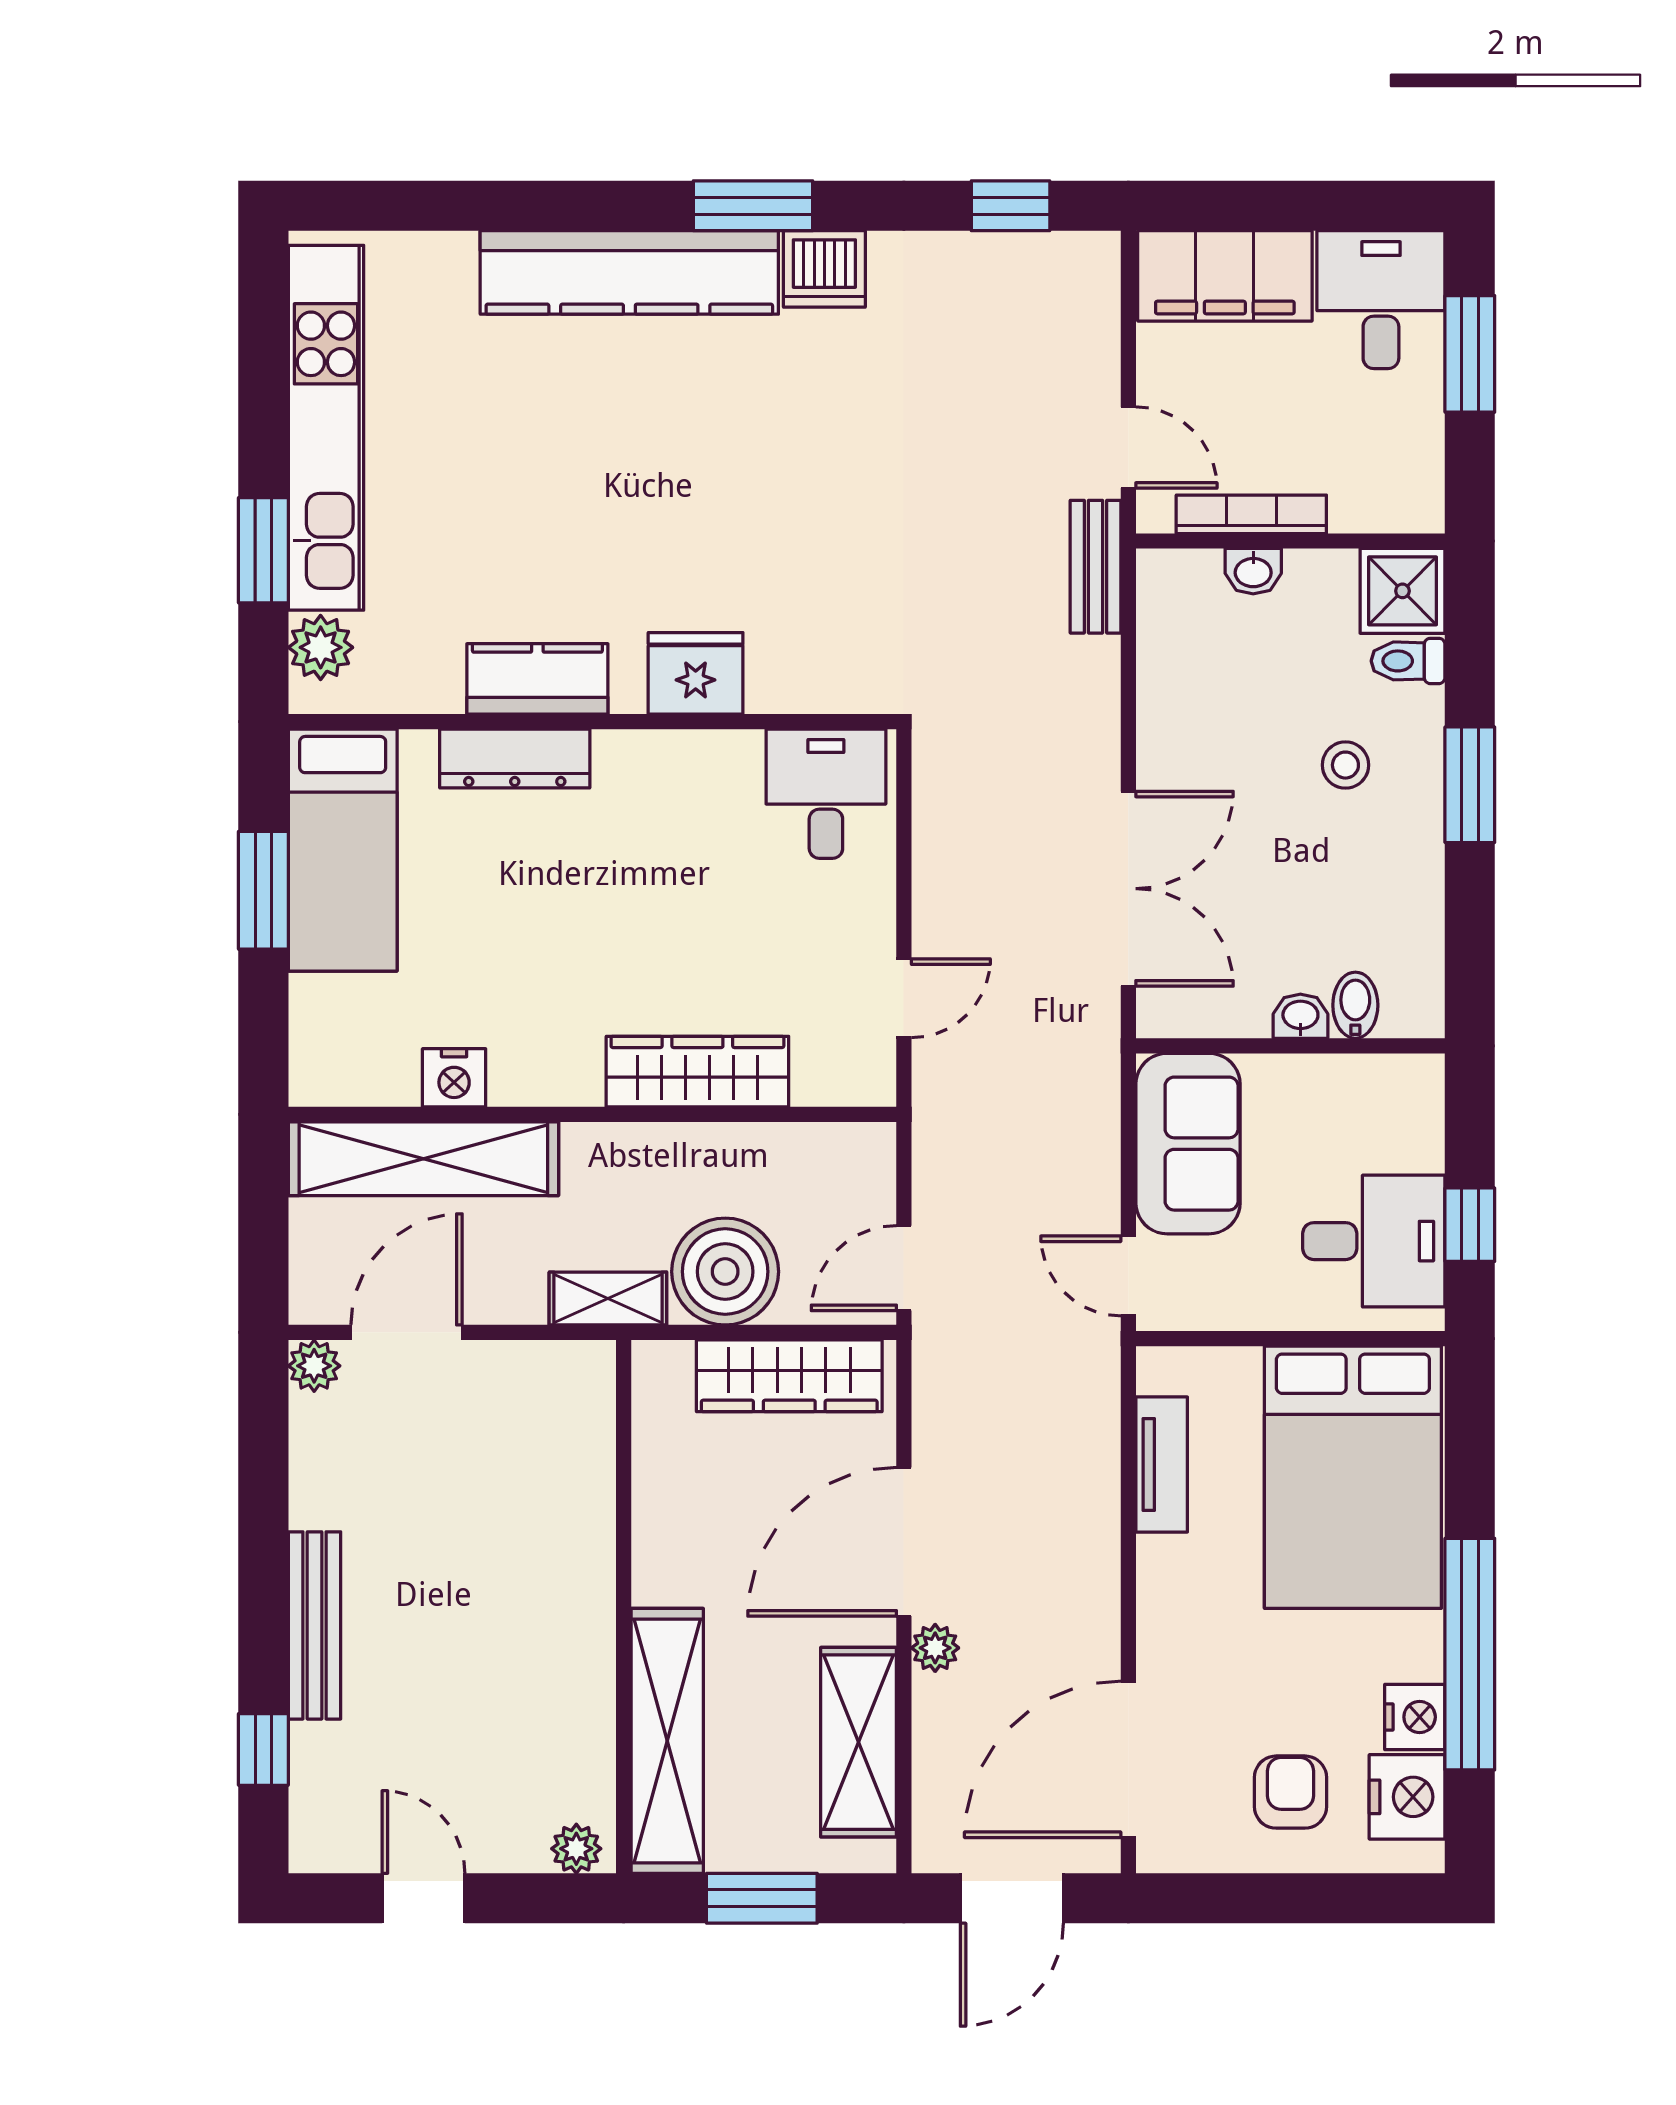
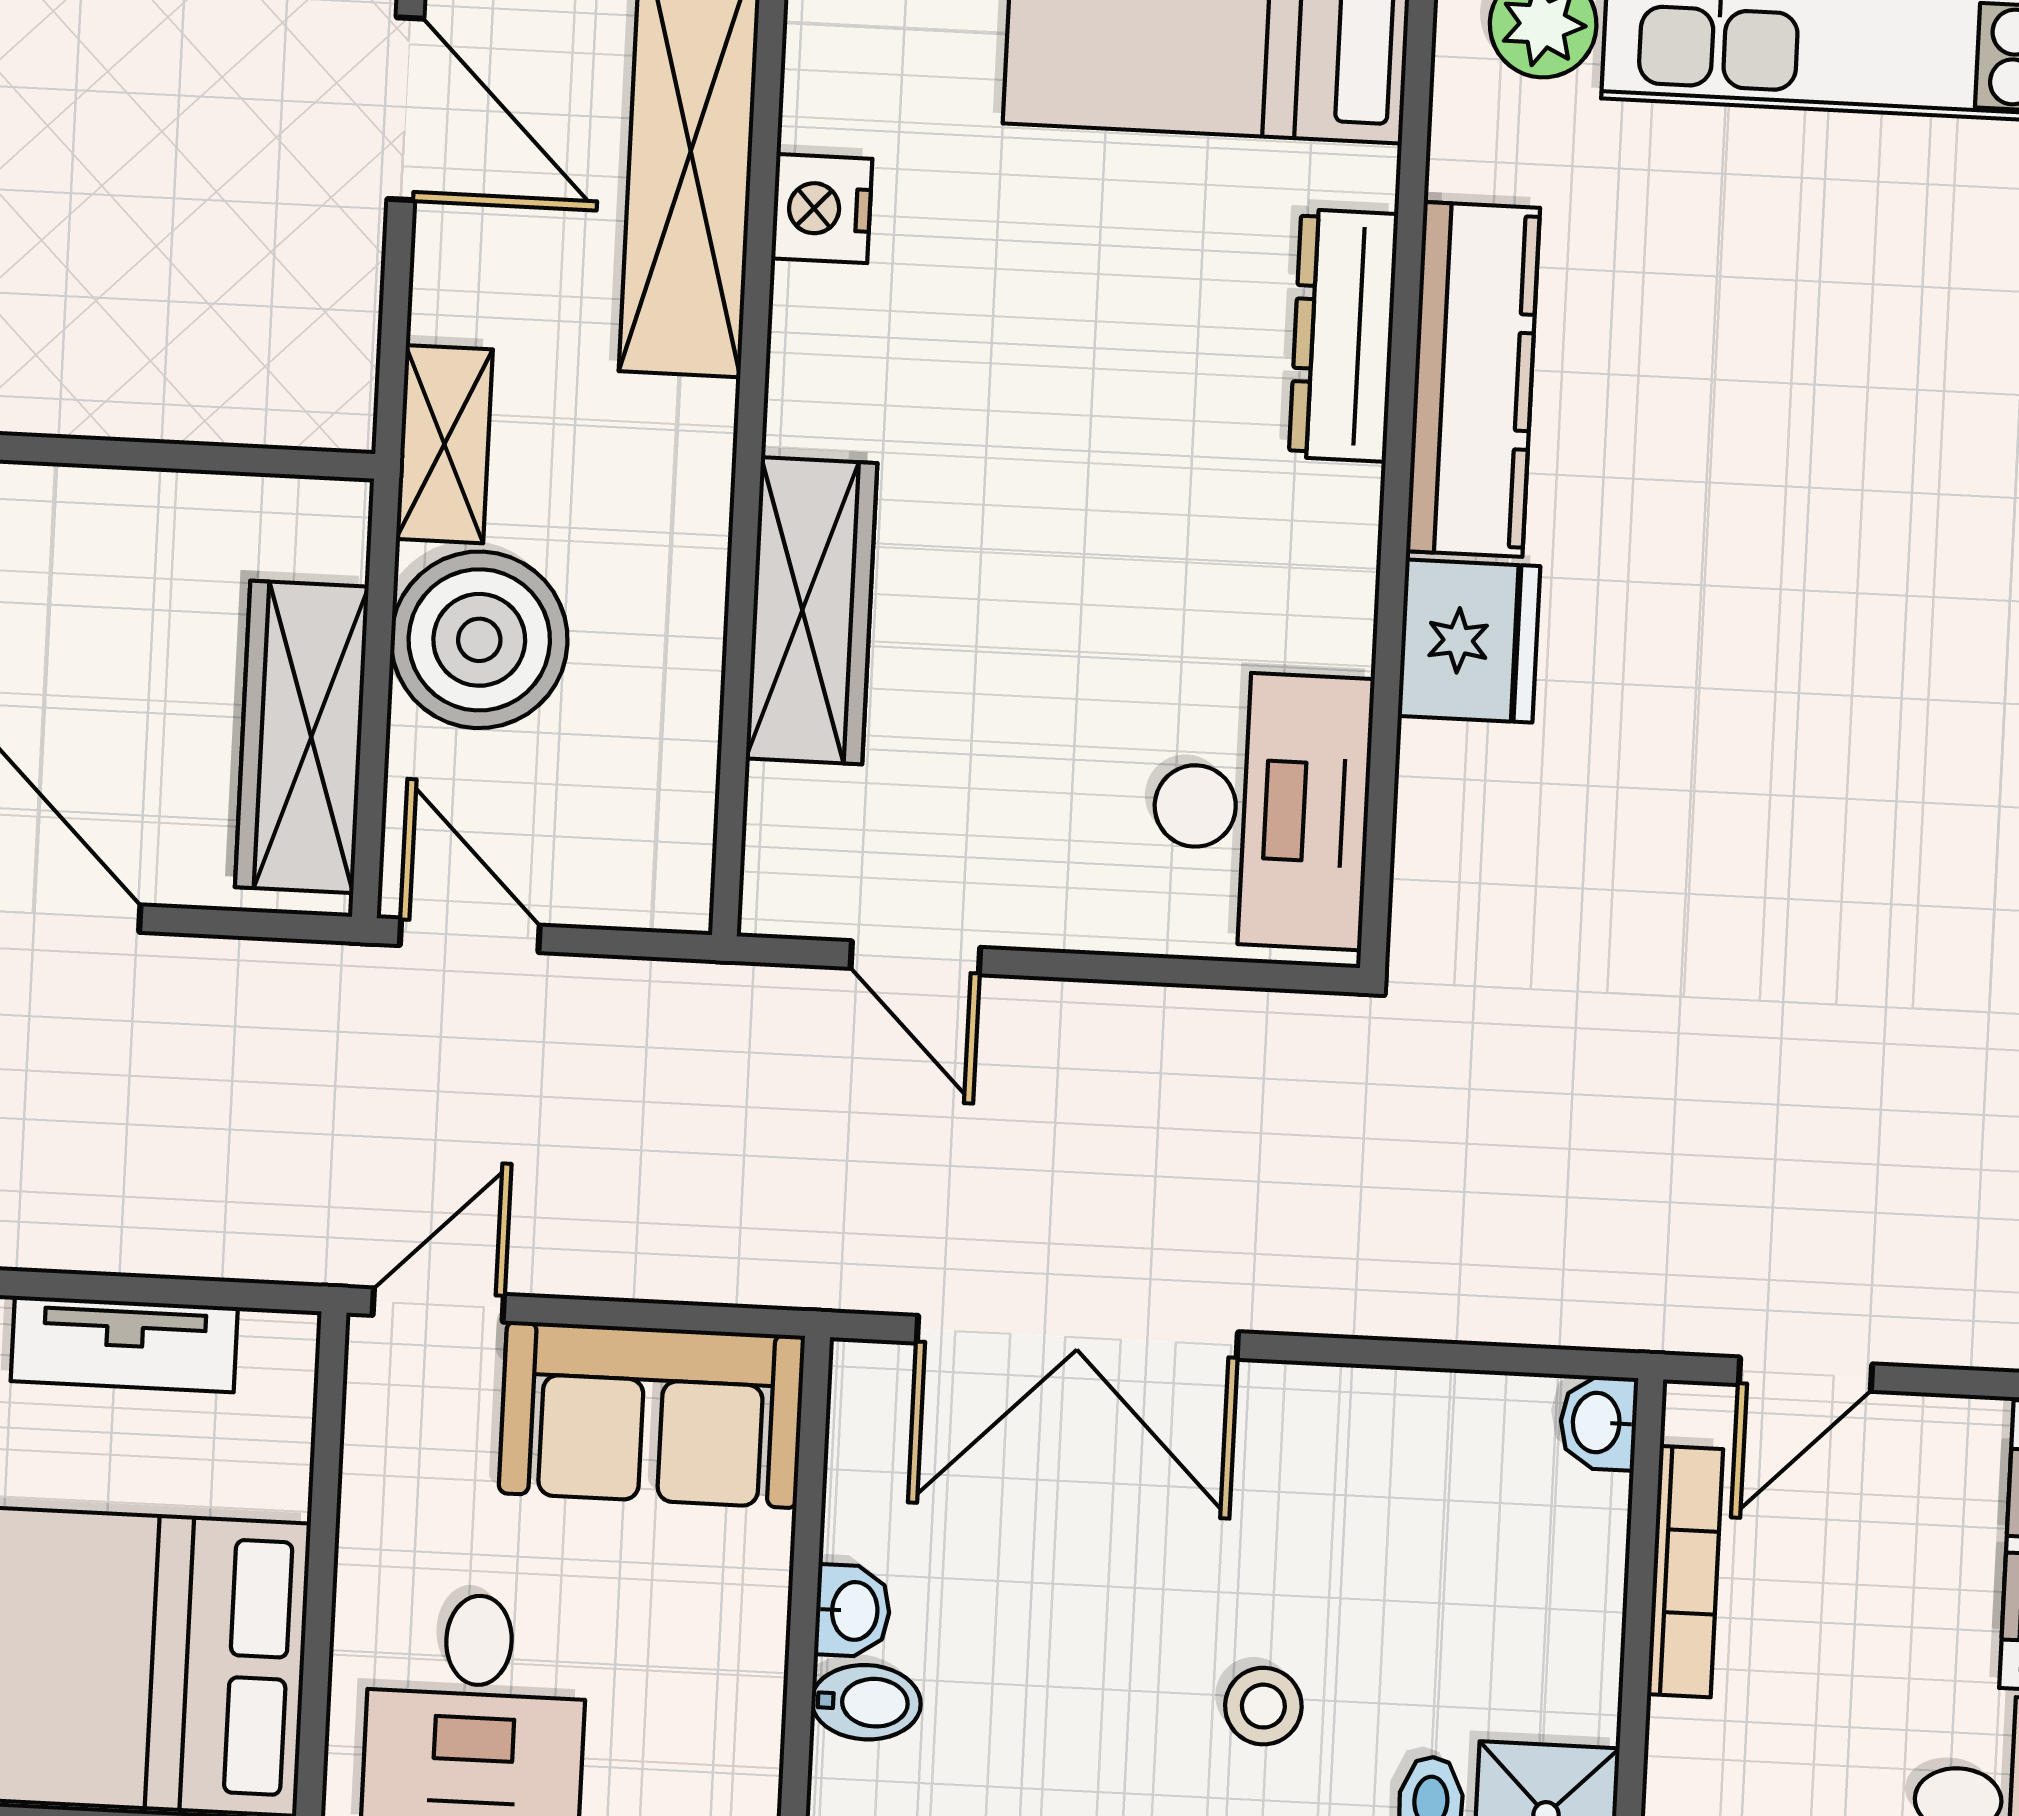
bench: (1095, 567) -> (1612, 1310), removed
washbasin: (1253, 571) -> (1598, 1423), moved
kitchen counter: (537, 679) -> (1473, 379), width x1.50
desk: (826, 794) -> (1261, 809), width x1.37

